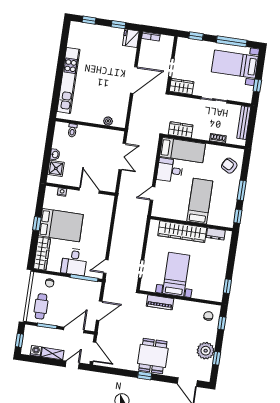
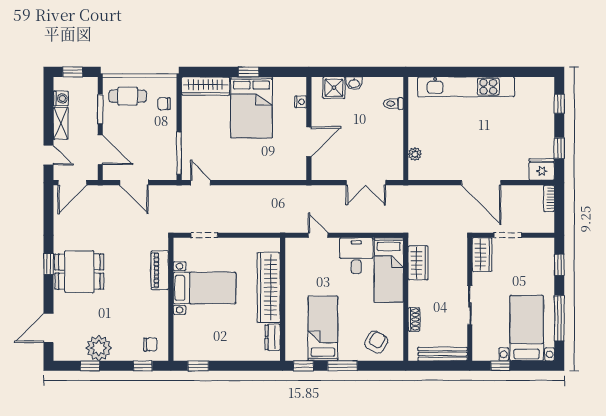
bed: (200, 201) -> (323, 328), moved, turned -90
desk: (74, 262) -> (201, 135), removed

